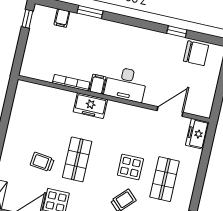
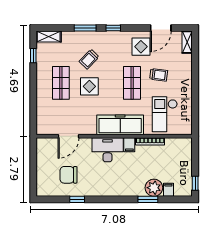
plant: (79, 25) -> (154, 188), added
chair: (196, 53) -> (69, 175), moved
freezer: (90, 106) -> (120, 125), width x1.91, depth x1.26
checkout: (46, 112) -> (165, 114), added
freezer: (197, 134) -> (43, 124), removed

